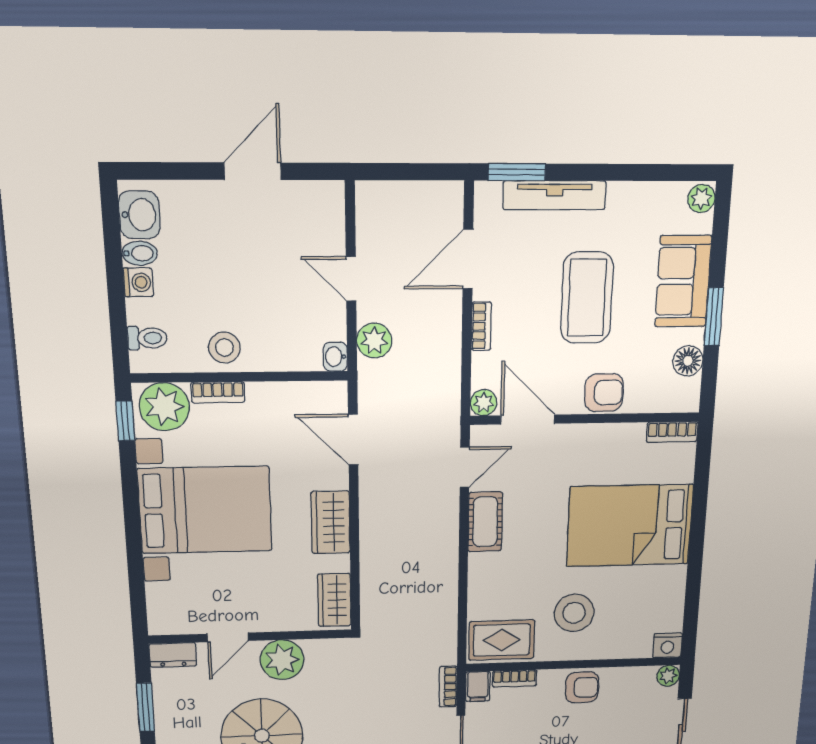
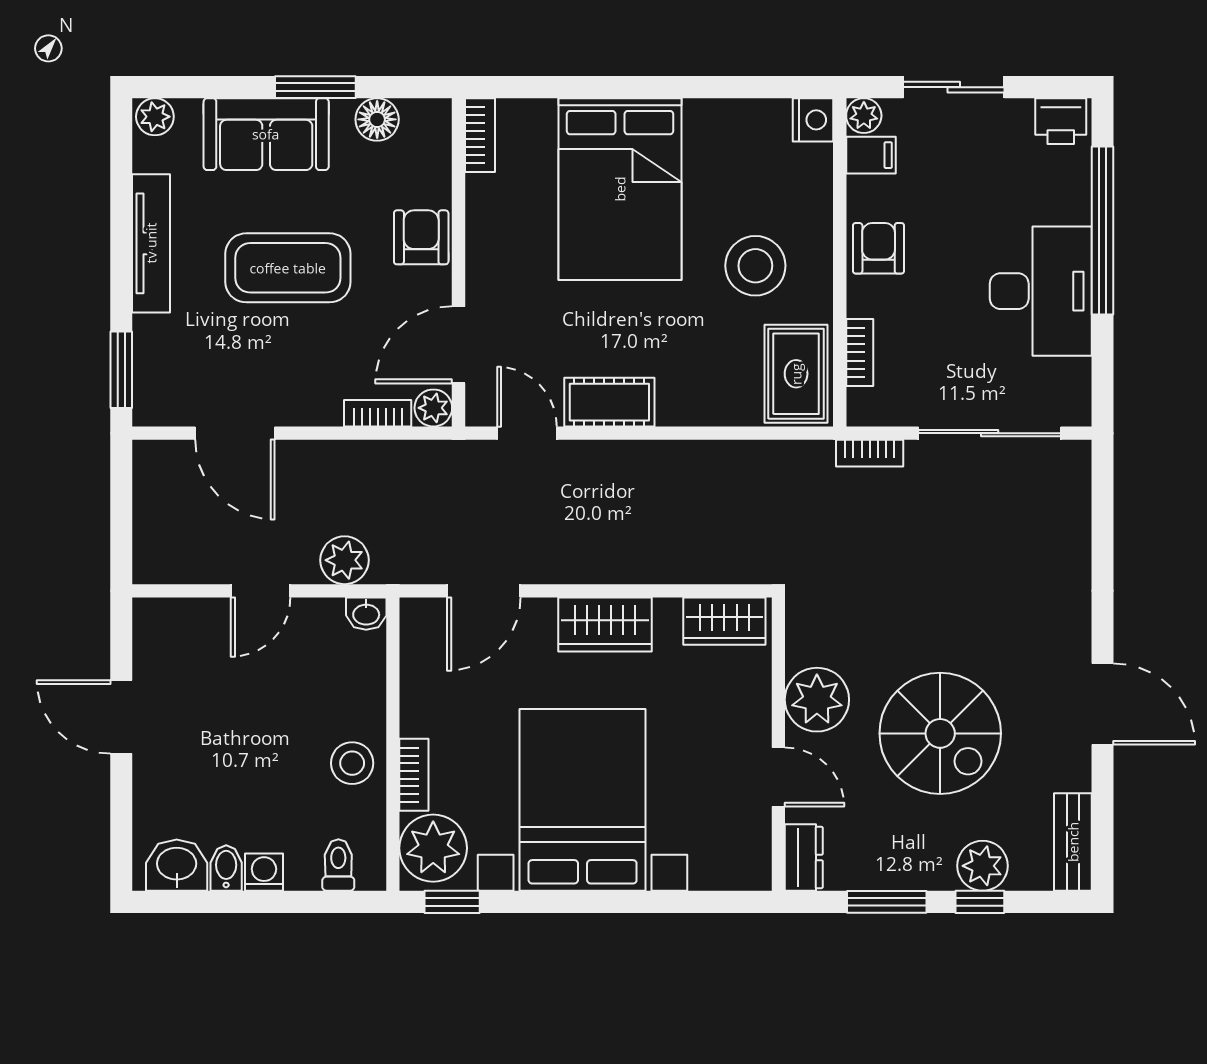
tv unit: (554, 195) -> (151, 243), moved
bookcase: (481, 326) -> (378, 413), moved
filing cabinet: (478, 686) -> (871, 155), moved

